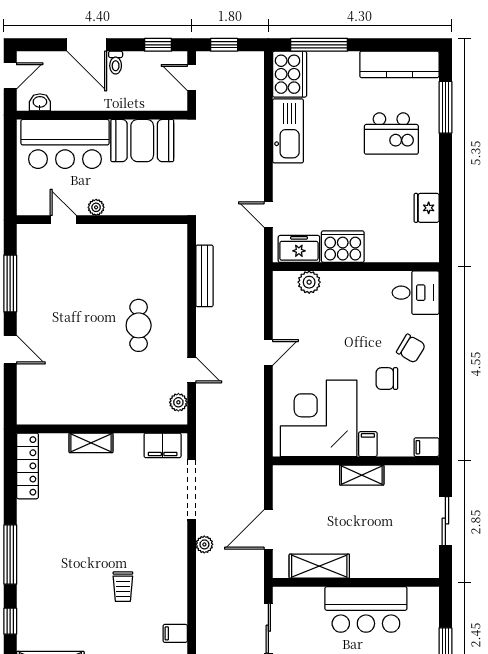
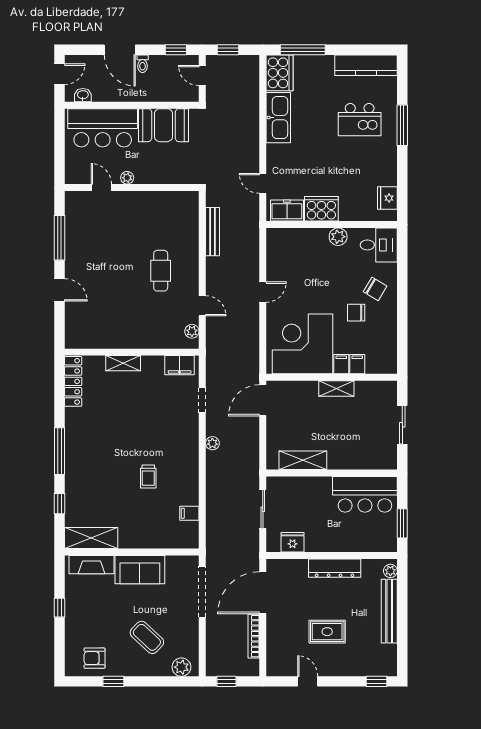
window: (445, 107) -> (402, 125), moved
fridge: (427, 208) -> (387, 198), moved
plant: (309, 282) -> (338, 237), moved
filing cabinet: (427, 447) -> (357, 364), moved, turned 90
doorway: (192, 490) -> (202, 400), width x0.53
door: (268, 529) -> (263, 400), moved
bar counter: (366, 609) -> (365, 494), moved

